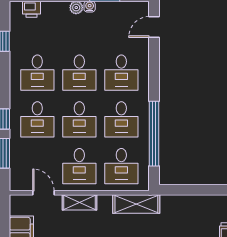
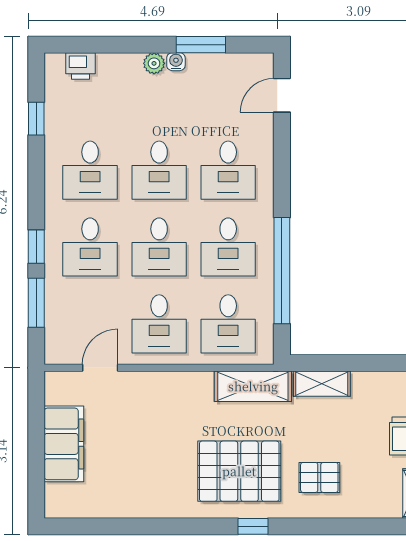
door: (43, 193) -> (100, 368), hinge flipped
shelving: (79, 202) -> (322, 384), moved

